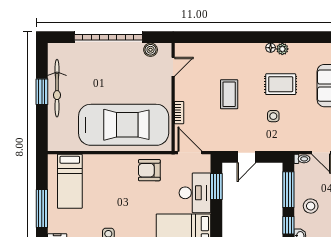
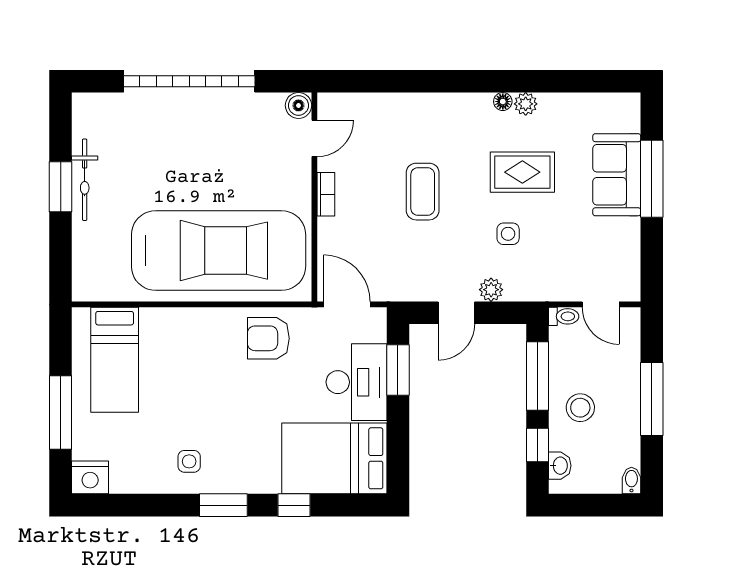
boiler: (151, 50) -> (298, 105), moved
bicycle: (57, 88) -> (85, 180), width x0.73, depth x0.71
bookcase: (179, 113) -> (326, 194), moved
plant: (264, 145) -> (491, 290), added

